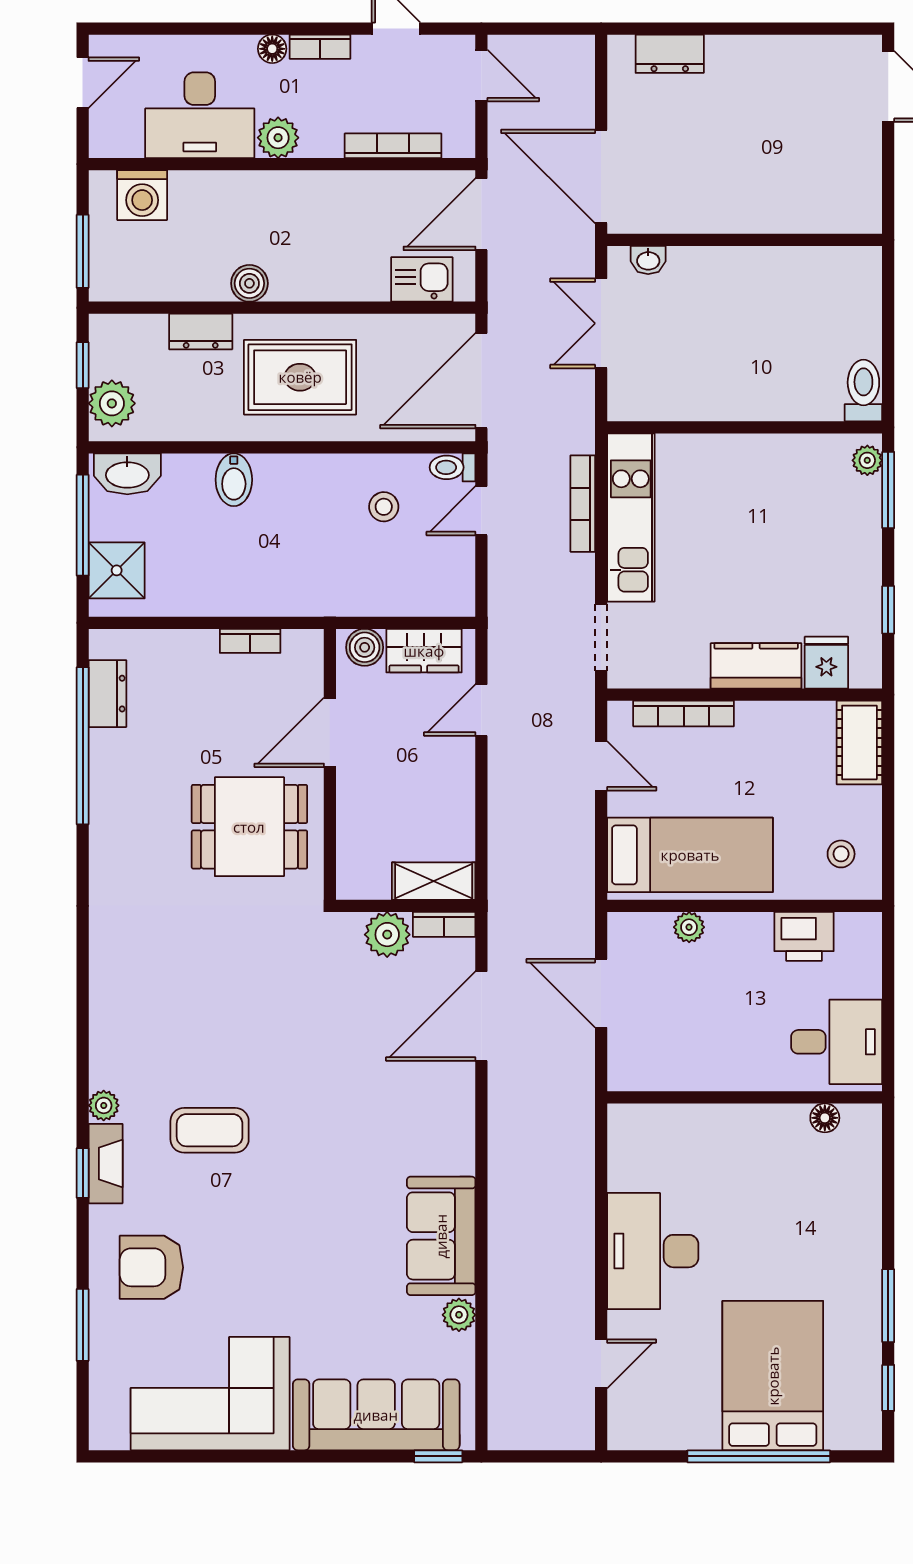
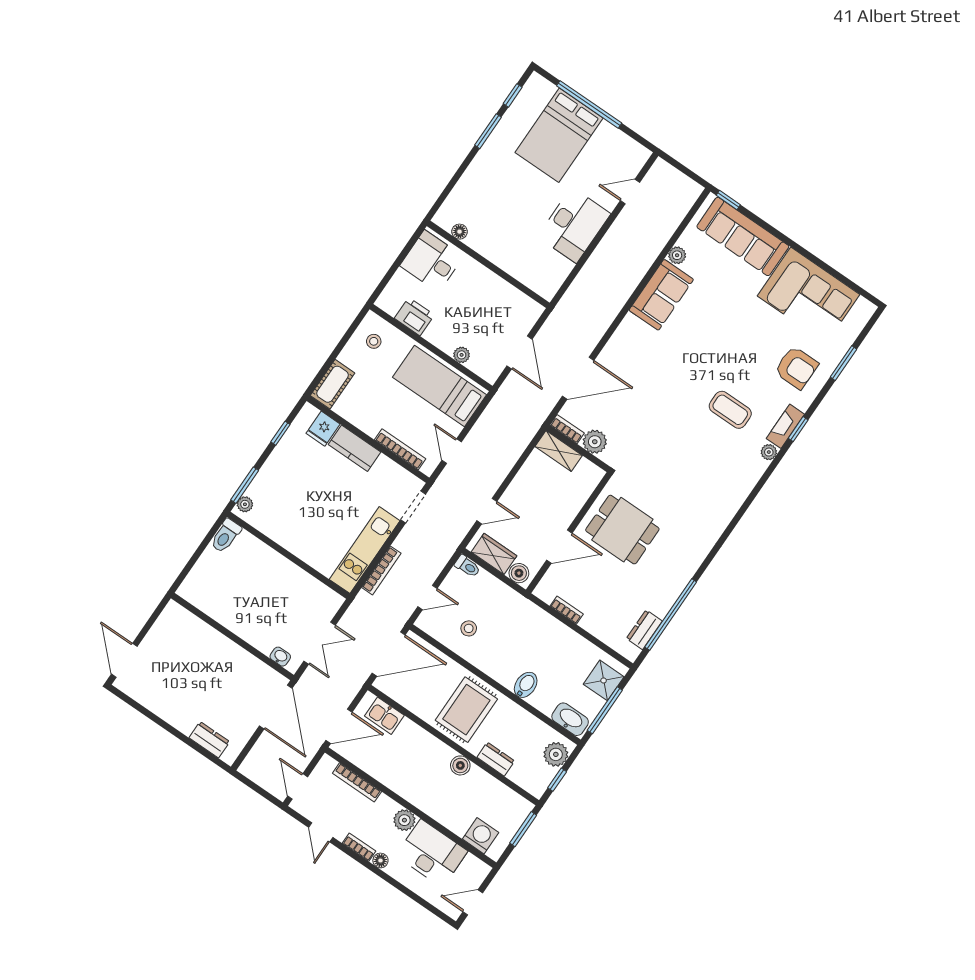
rug: (300, 377) -> (466, 710), turned 90
toilet: (453, 467) -> (467, 566), moved

